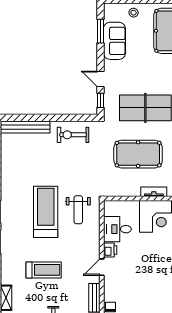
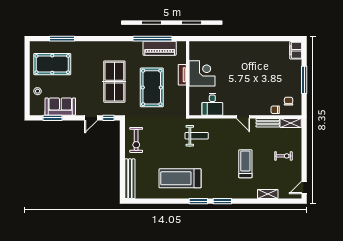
treadmill: (46, 212) -> (180, 178), moved
printer: (110, 250) -> (229, 110), removed

